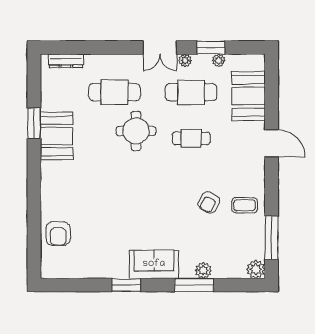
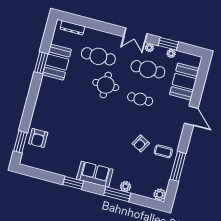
booth: (57, 136) -> (57, 62), moved
window: (272, 238) -> (178, 166), moved
window: (34, 246) -> (20, 142), added

